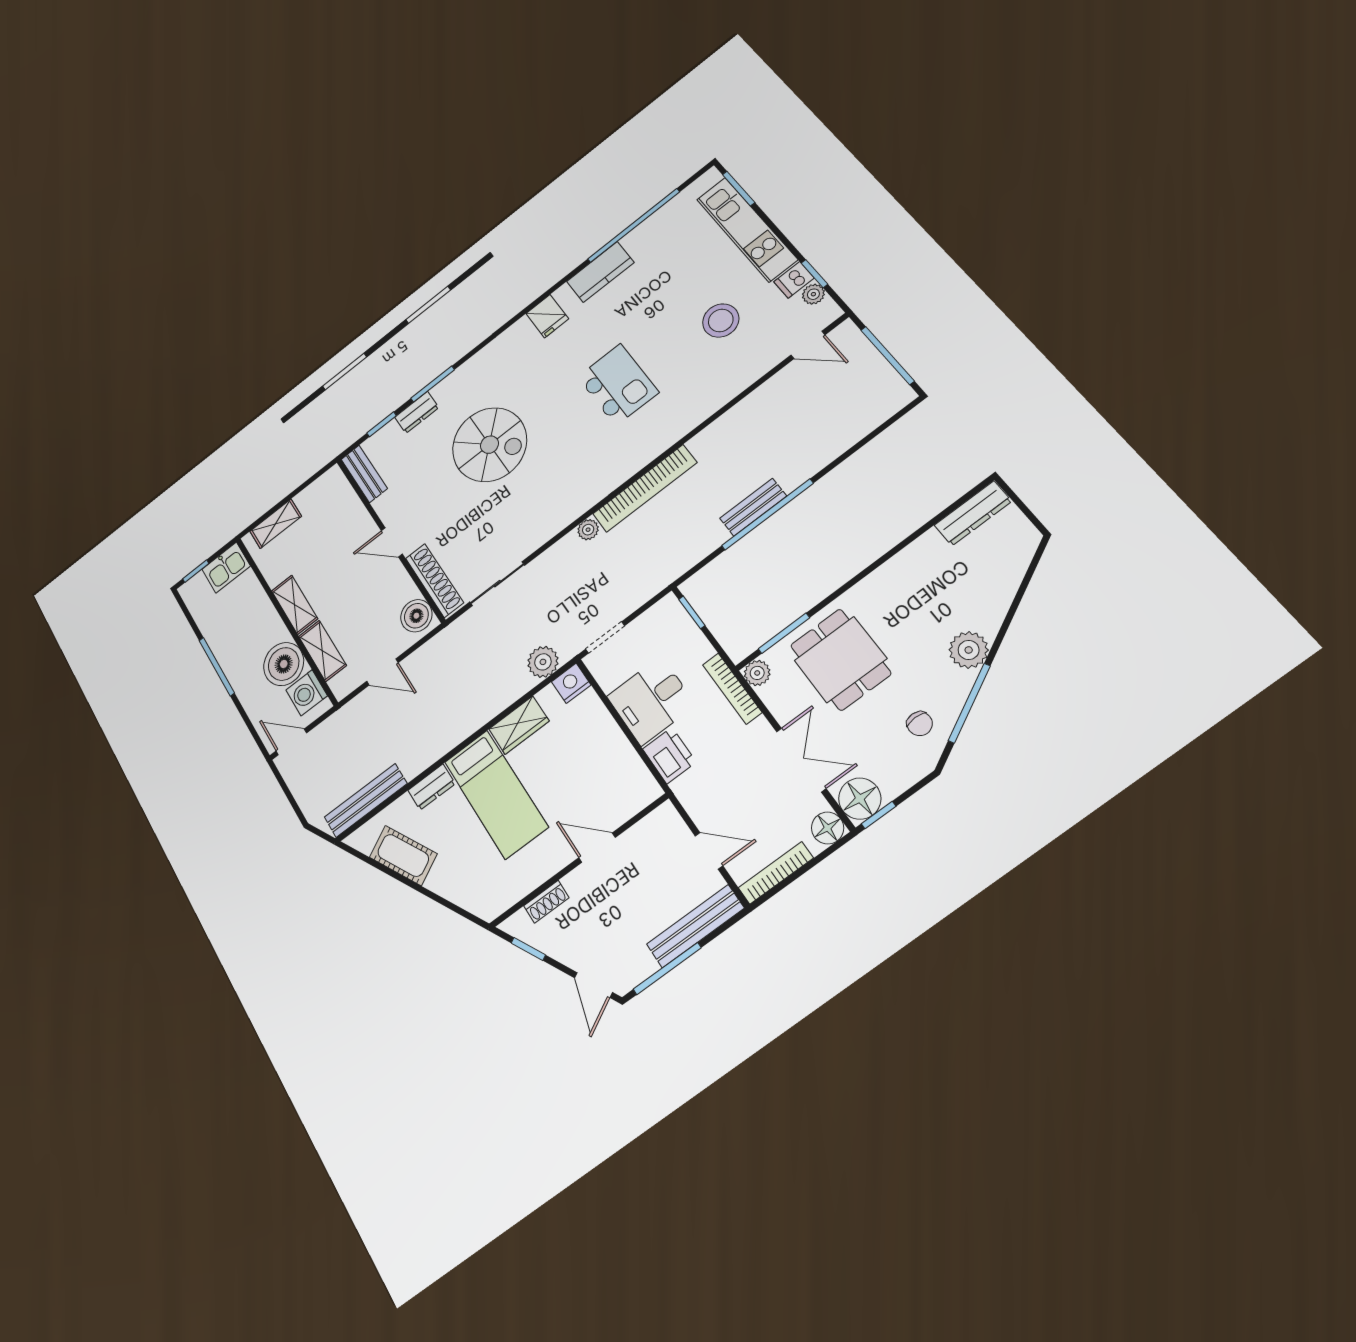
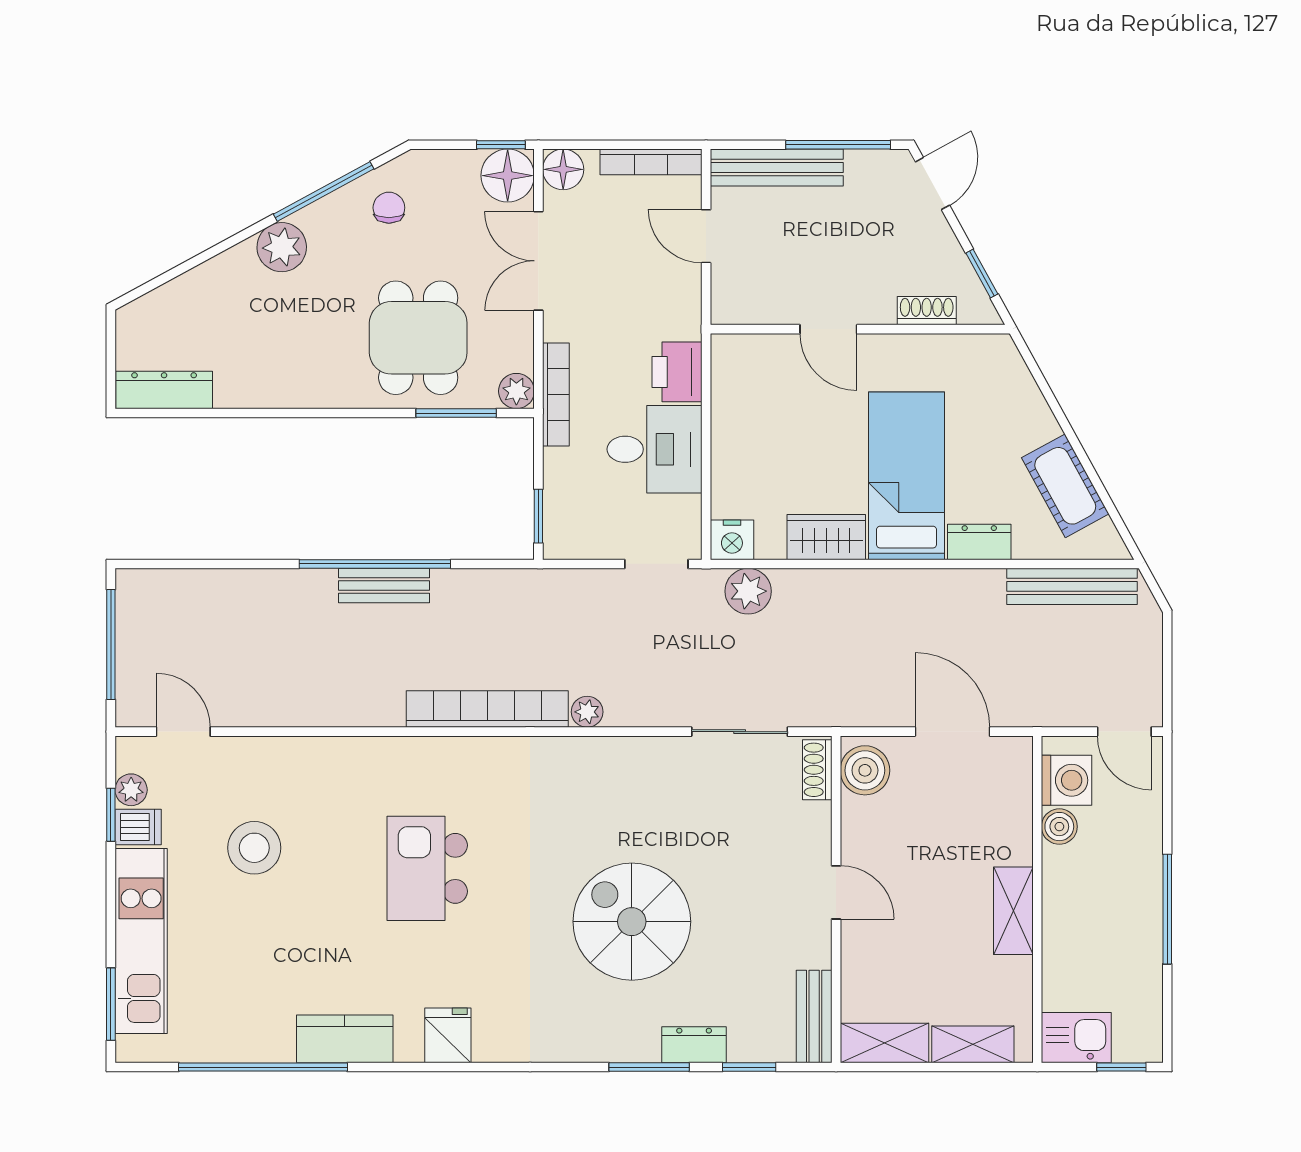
shoe rack: (434, 580) -> (817, 770), width x0.51, depth x0.81
shelving: (322, 651) -> (884, 1043), moved, turned 90
boiler: (284, 664) -> (1059, 827), width x0.54, depth x0.54
door: (382, 672) -> (952, 732), width x1.38

